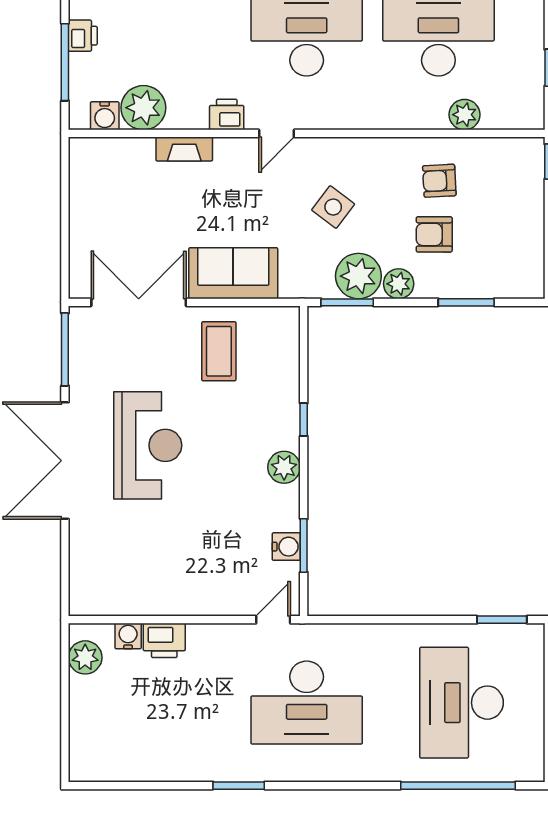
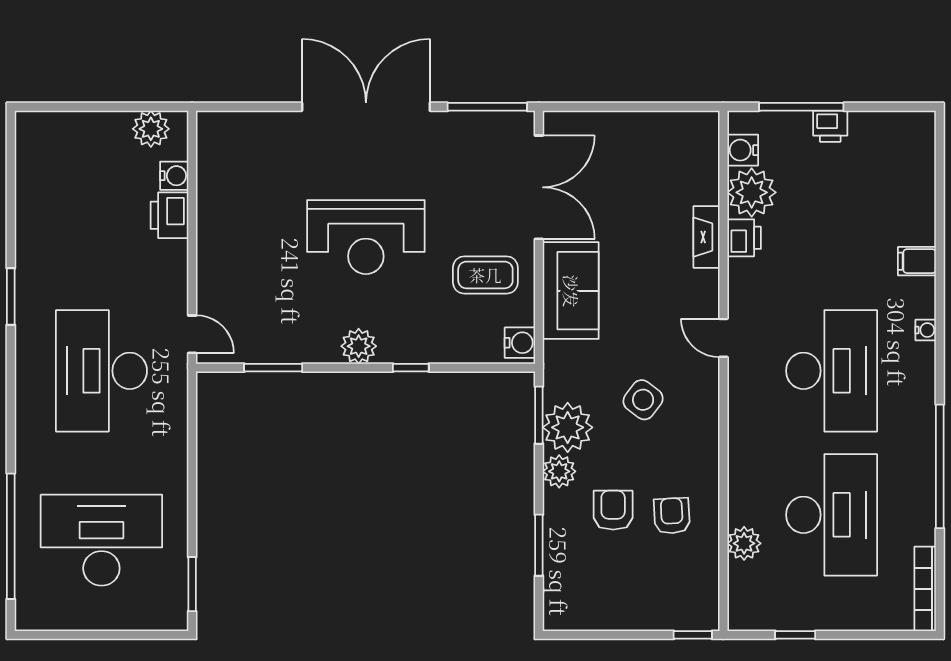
printer: (227, 115) -> (744, 238), moved
reception desk: (148, 445) -> (366, 237), moved
water cooler: (286, 547) -> (520, 343), moved, turned -90

